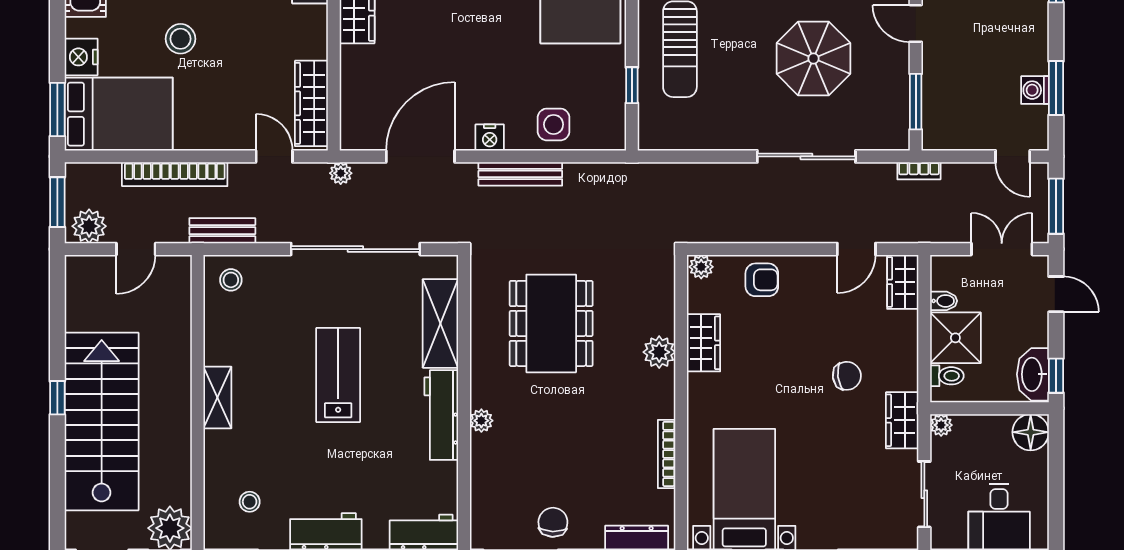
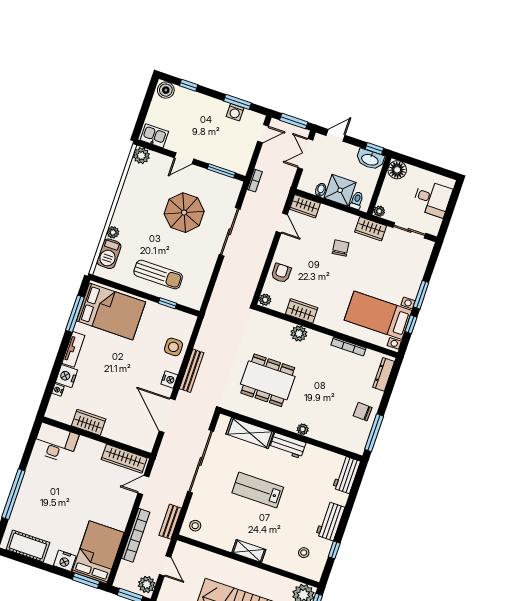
stool: (180, 39) -> (72, 511), removed
plant: (341, 173) -> (162, 456), removed
workbench: (441, 415) -> (288, 445), width x0.73

